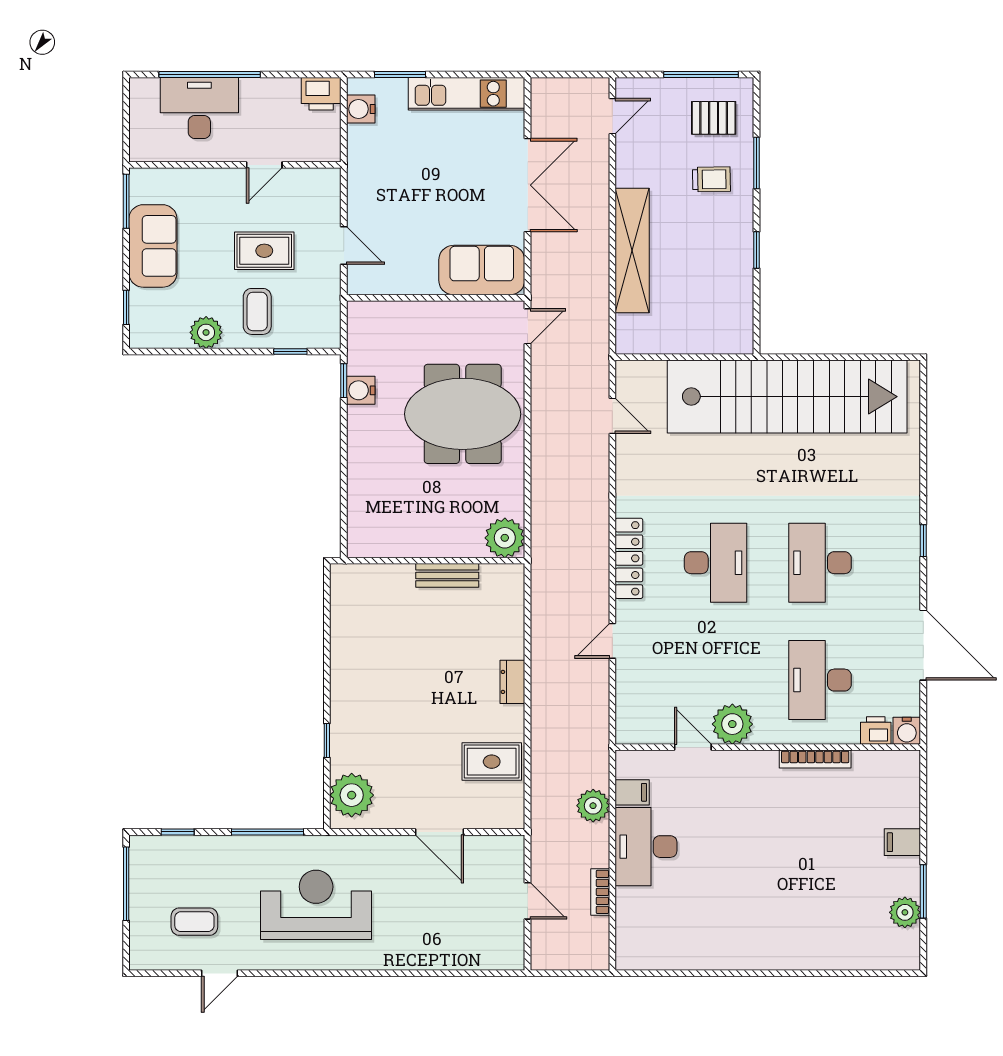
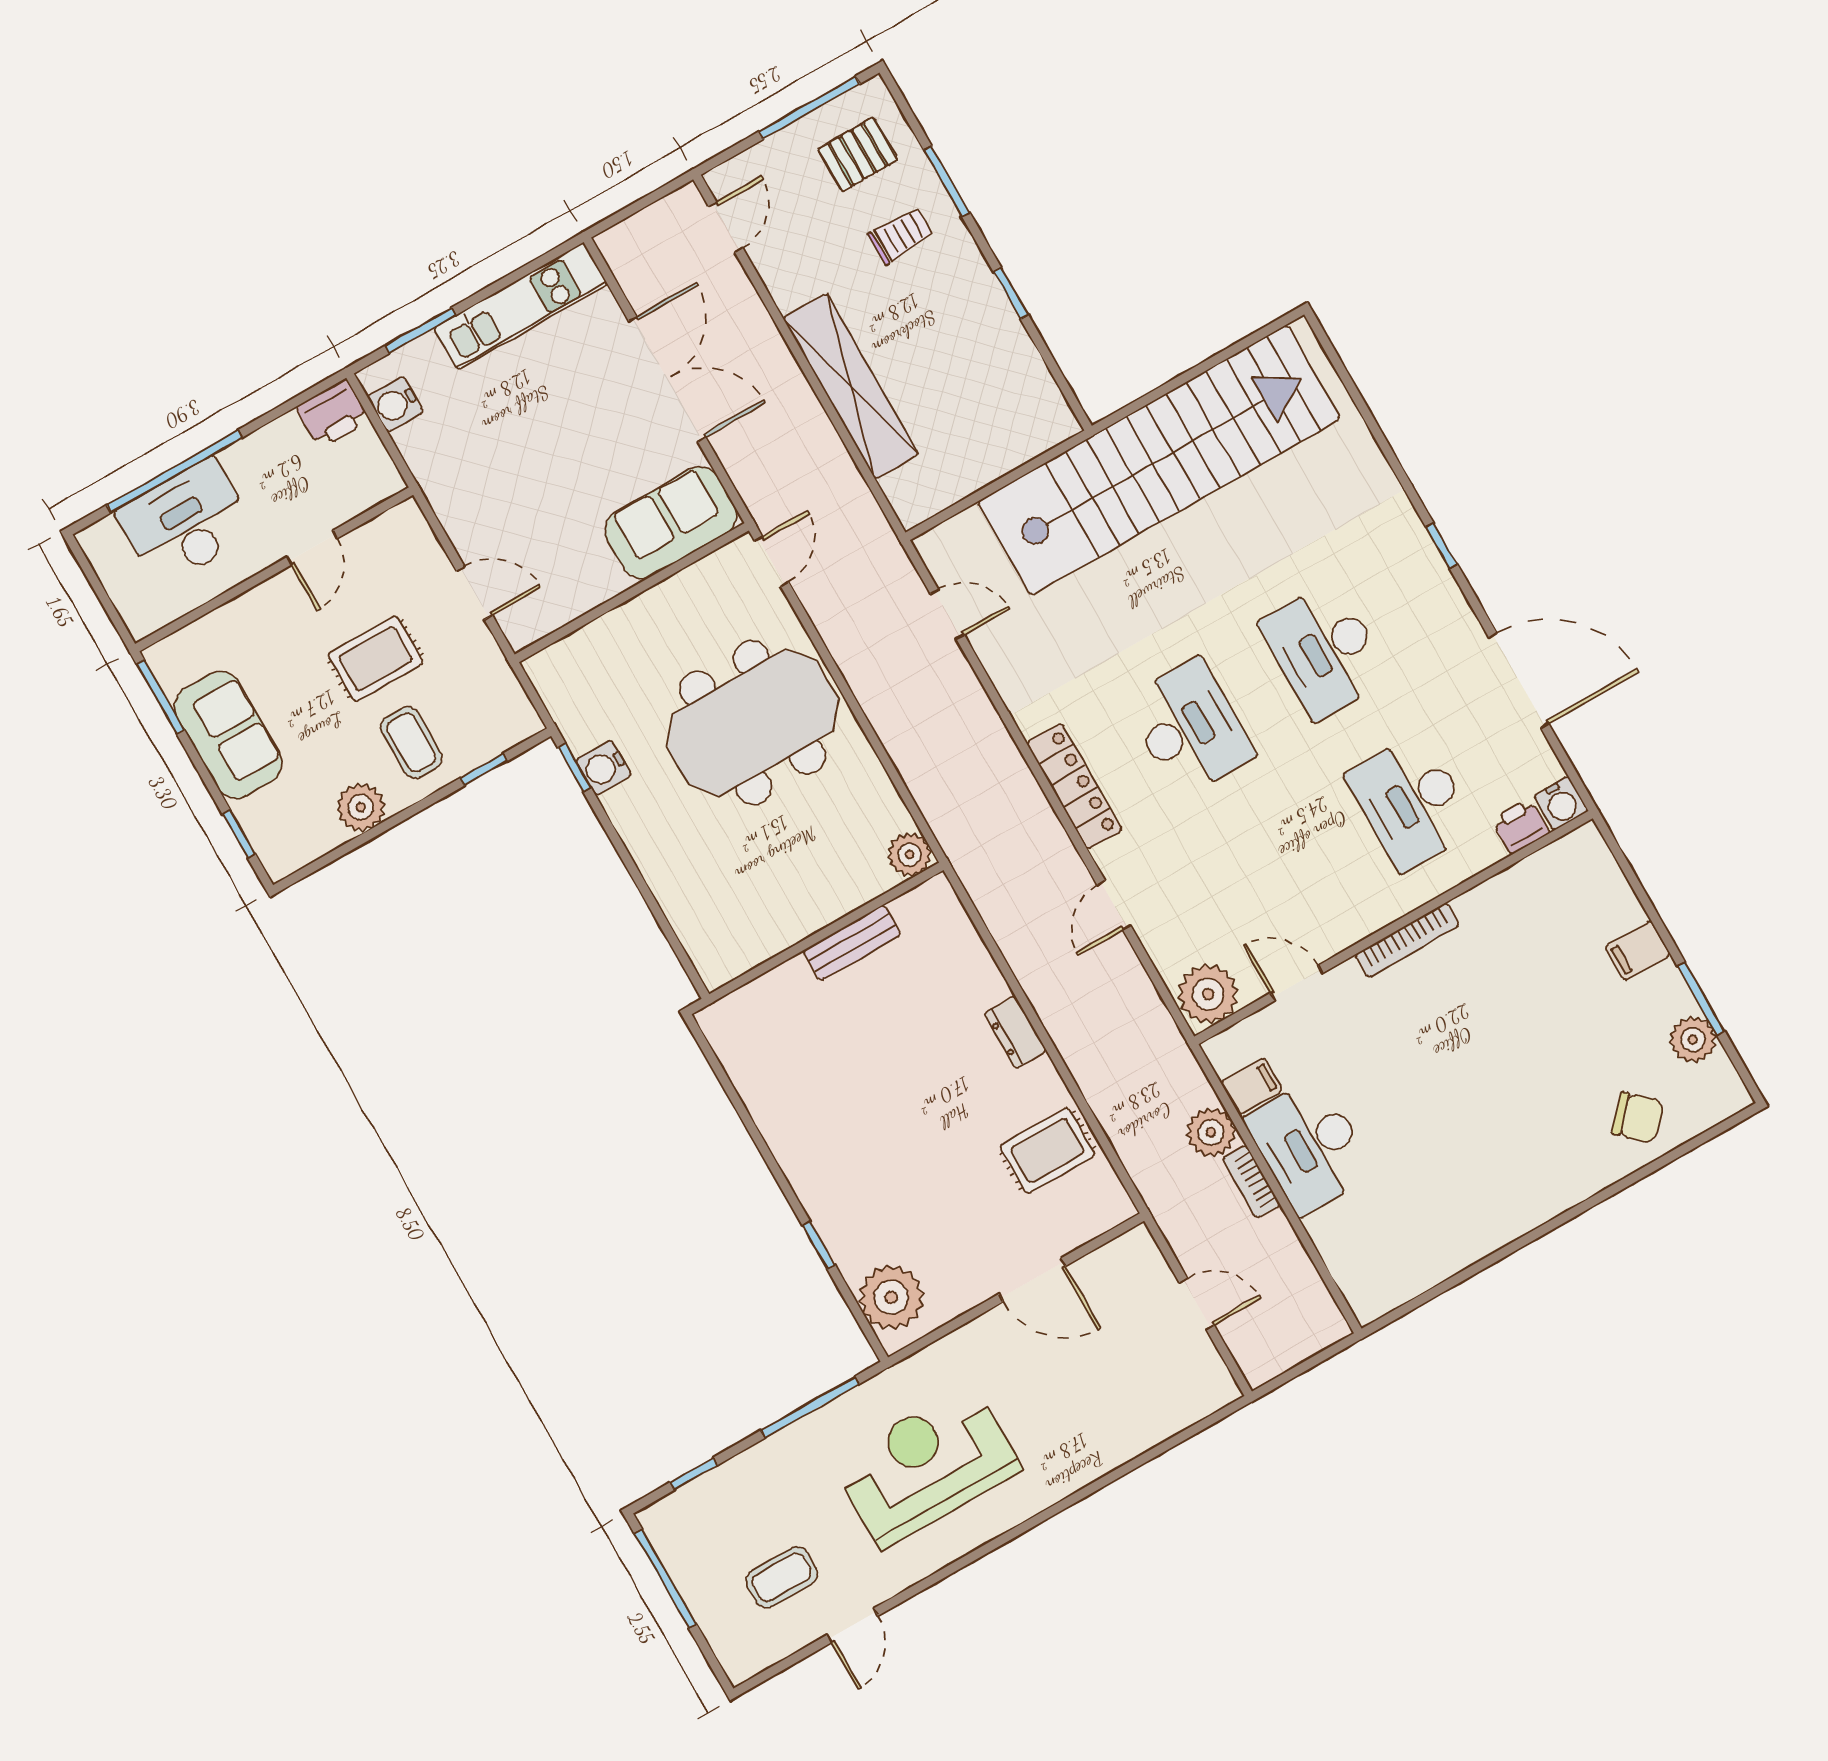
plant: (505, 538) -> (910, 855), width x0.73, depth x0.73
plant: (732, 724) -> (1208, 994), moved
bookcase: (815, 759) -> (1407, 940), moved
bookcase: (600, 892) -> (1251, 1182), moved
chair: (847, 939) -> (1637, 1117), added

